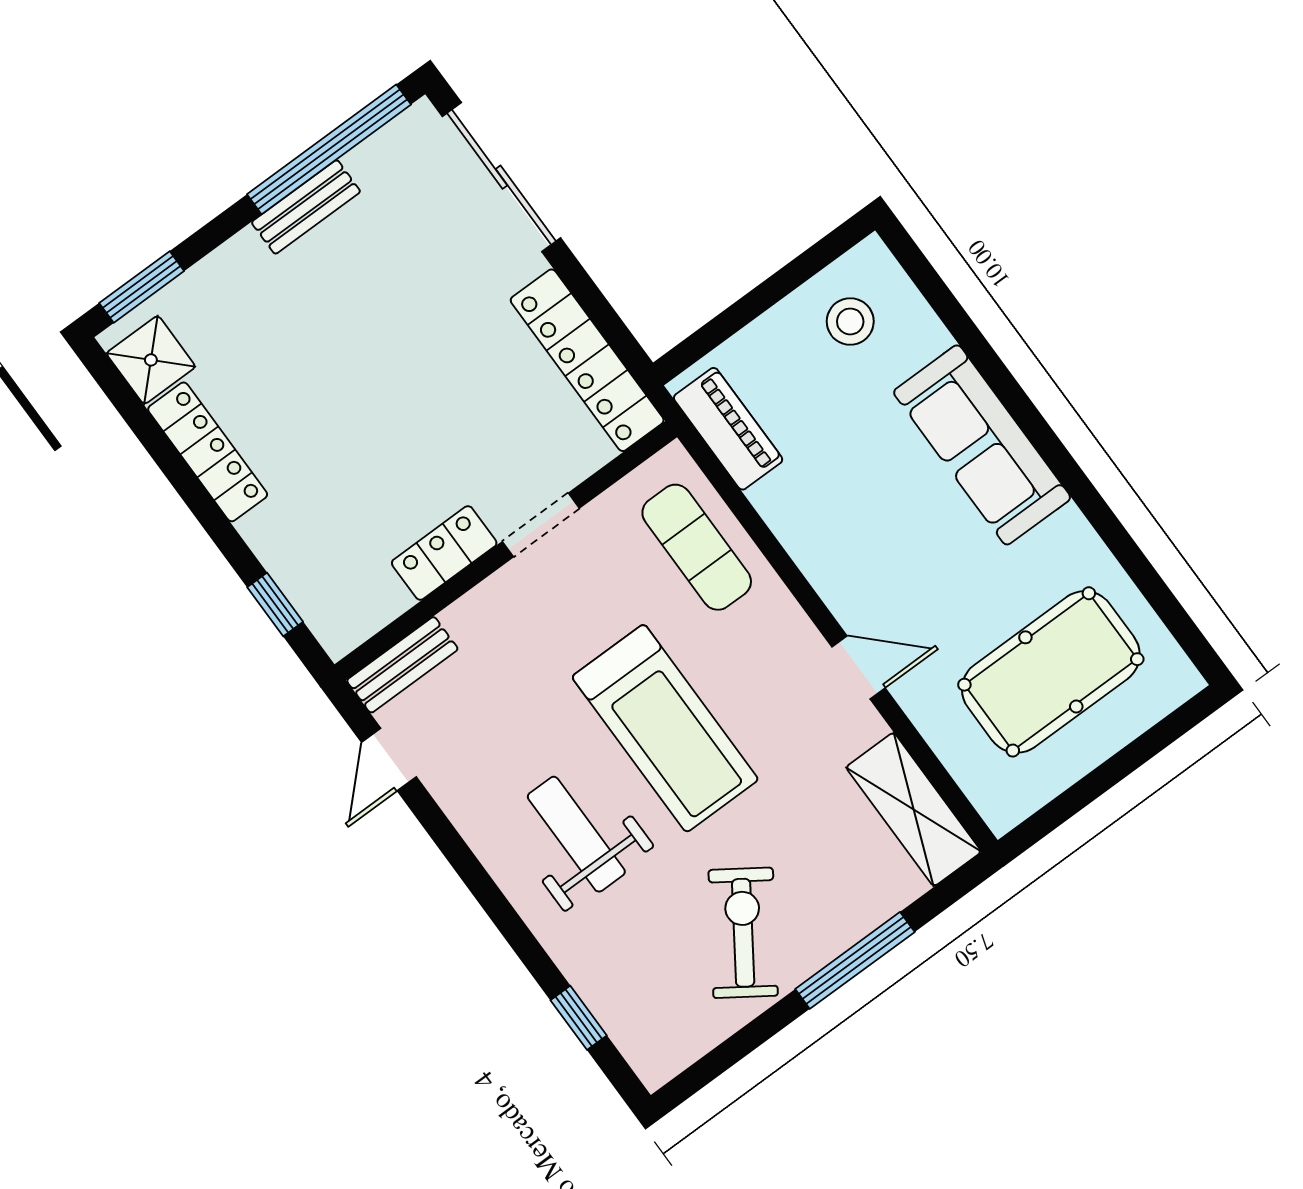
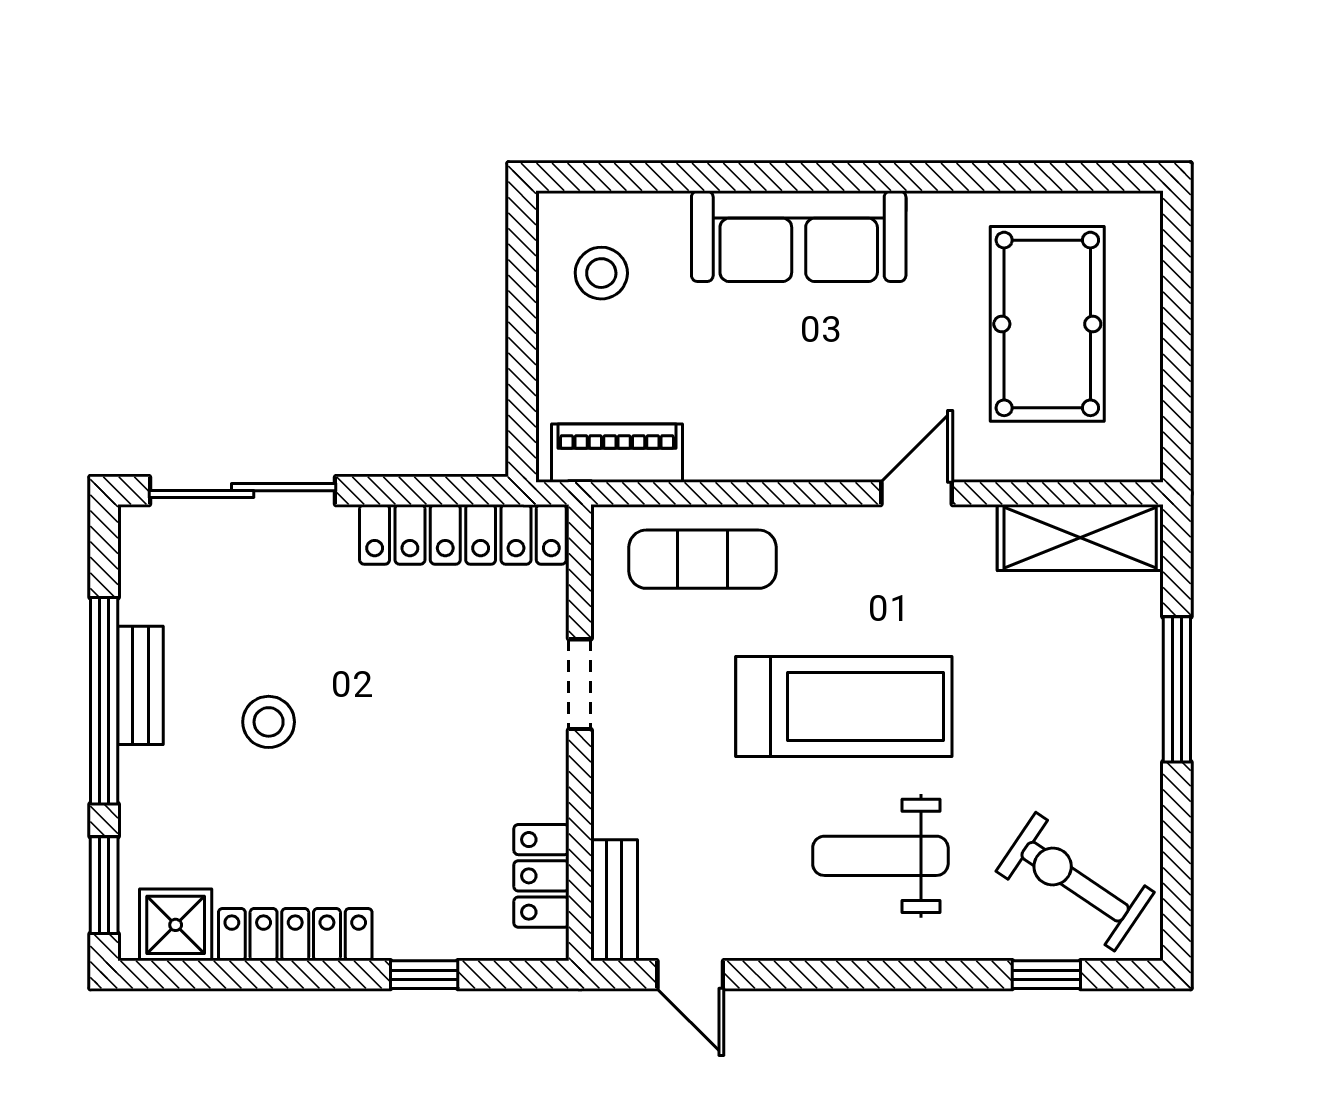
window: (329, 149) -> (104, 701), moved
stool: (348, 319) -> (269, 722), added
locker: (444, 553) -> (541, 876), moved
window: (275, 605) -> (424, 975), moved
exercise bike: (743, 933) -> (1075, 882), moved

